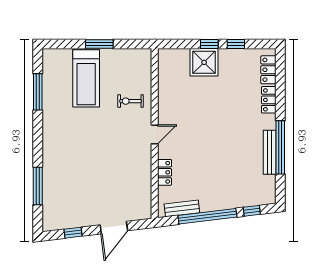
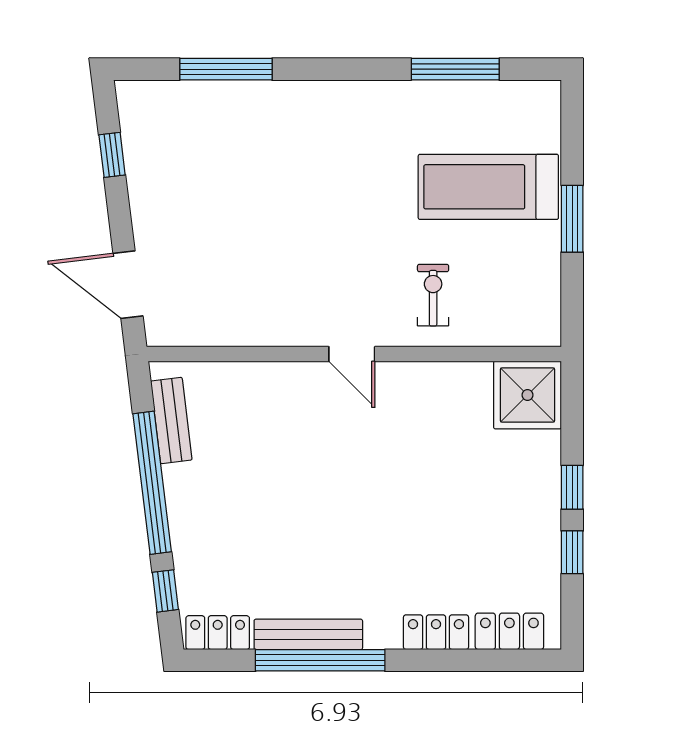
shower: (204, 62) -> (528, 395), moved
locker: (165, 172) -> (218, 633), moved, turned 180
door: (114, 228) -> (128, 285), moved

